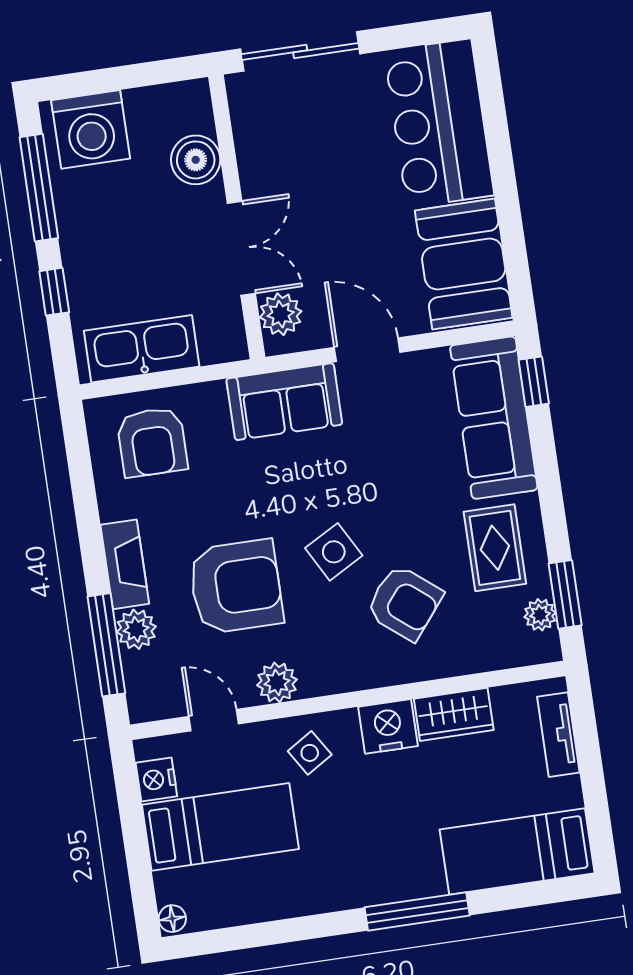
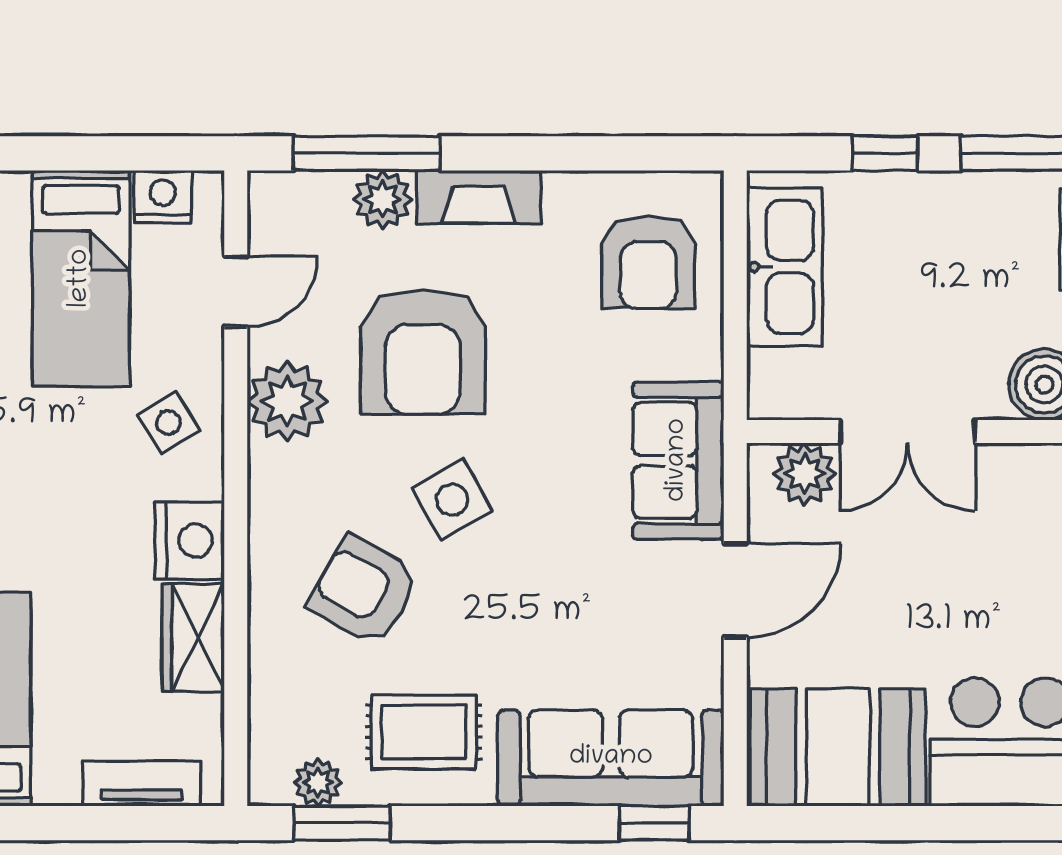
armchair: (152, 442) -> (648, 262), turned -90
armchair: (404, 603) -> (364, 590), turned 80
plant: (277, 682) -> (287, 401), width x1.36, depth x1.36

